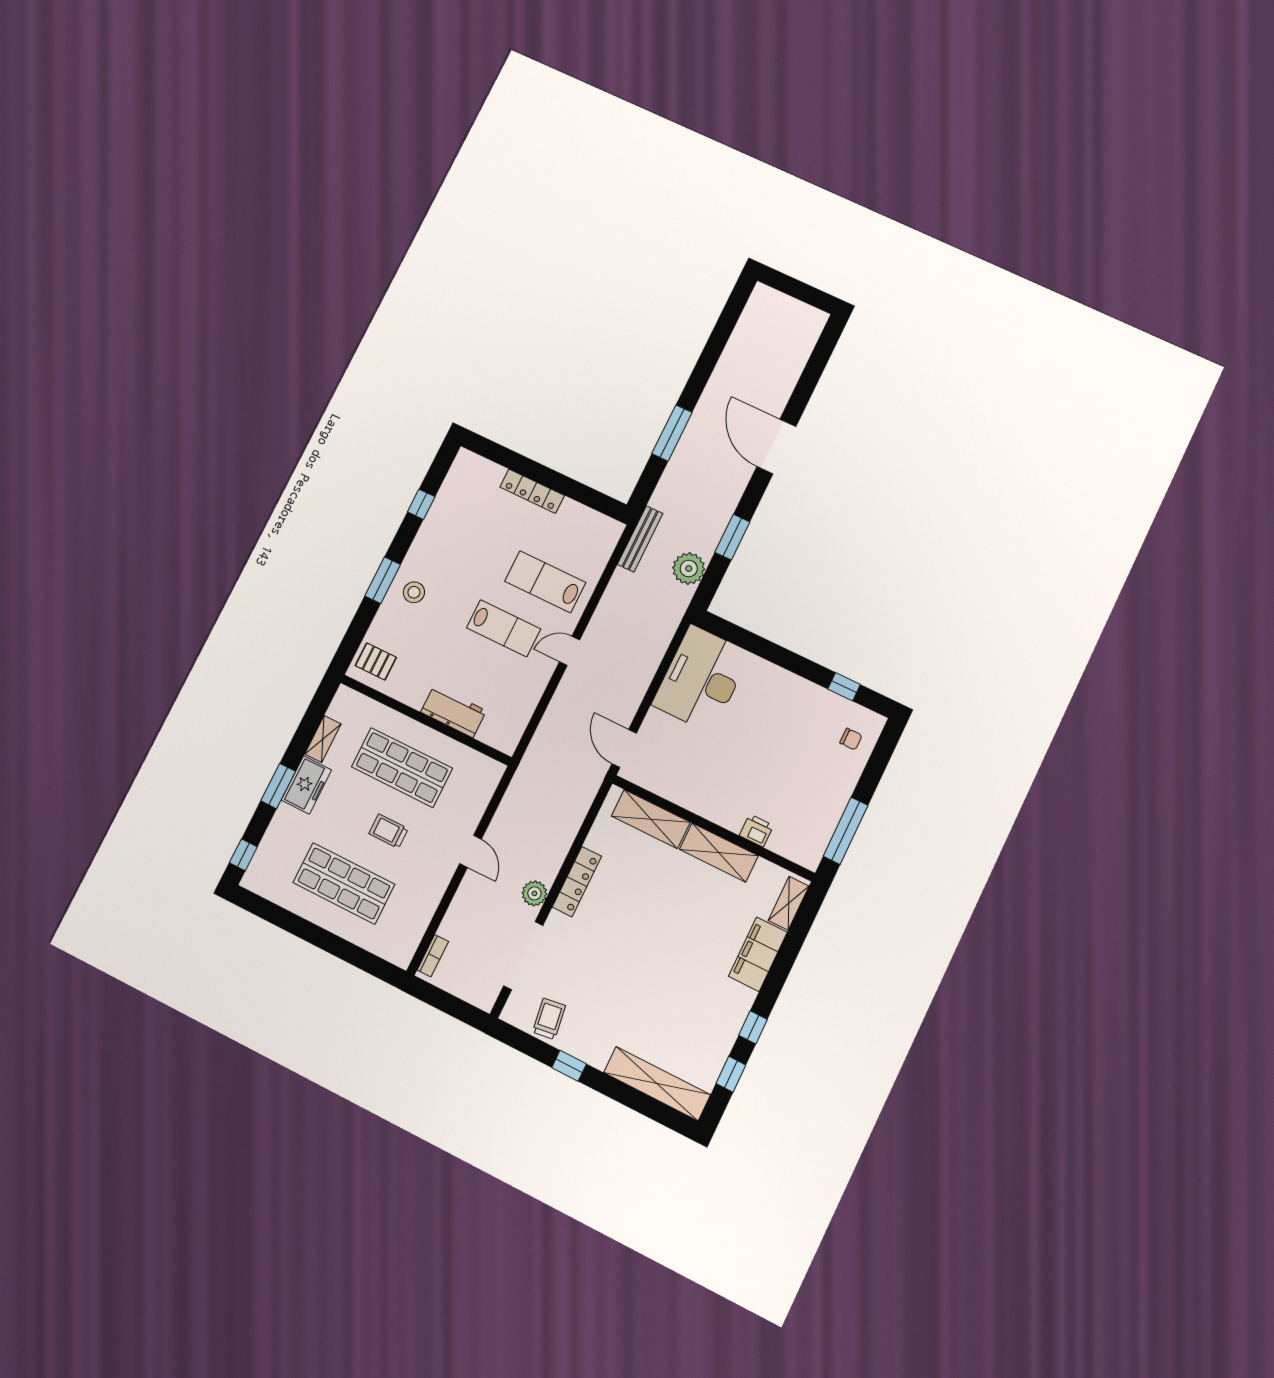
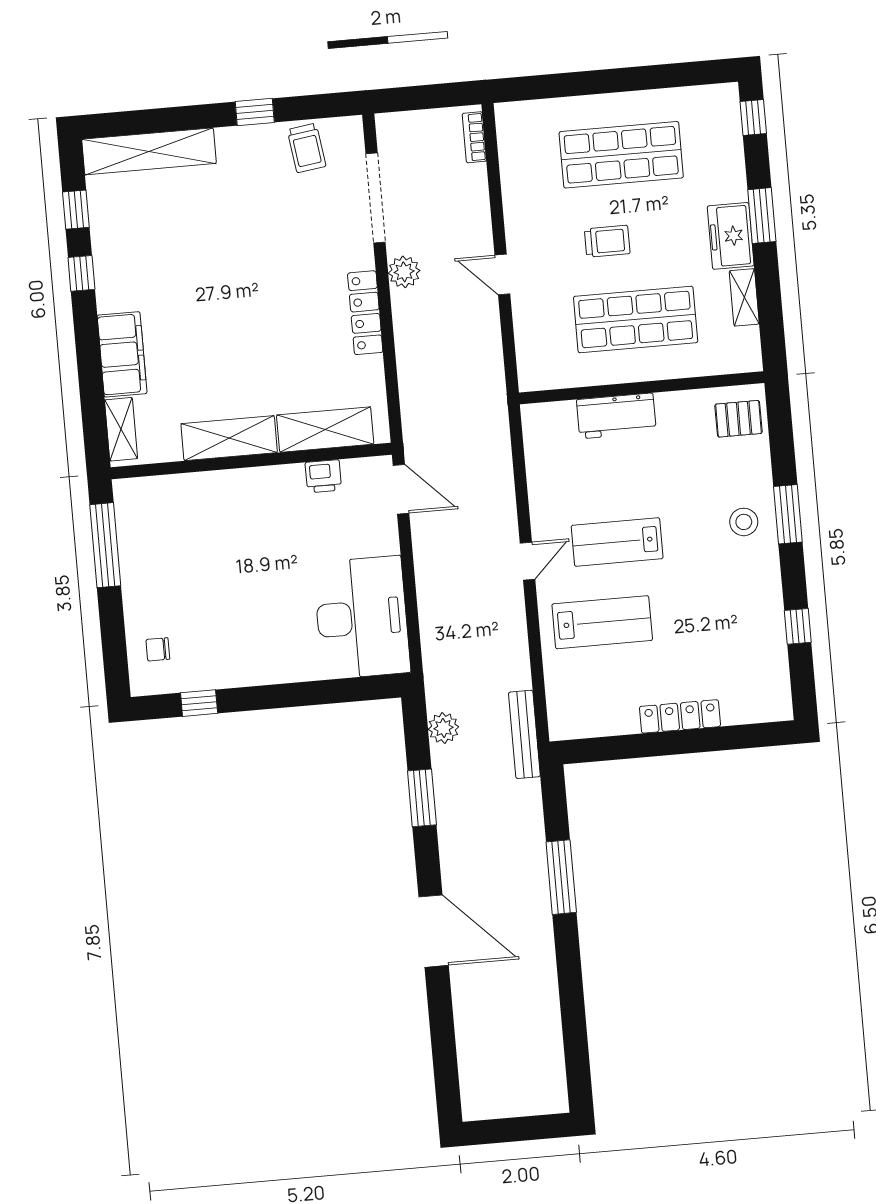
plant: (689, 569) -> (443, 728), width x0.73, depth x0.73
printer: (756, 831) -> (323, 476), moved

